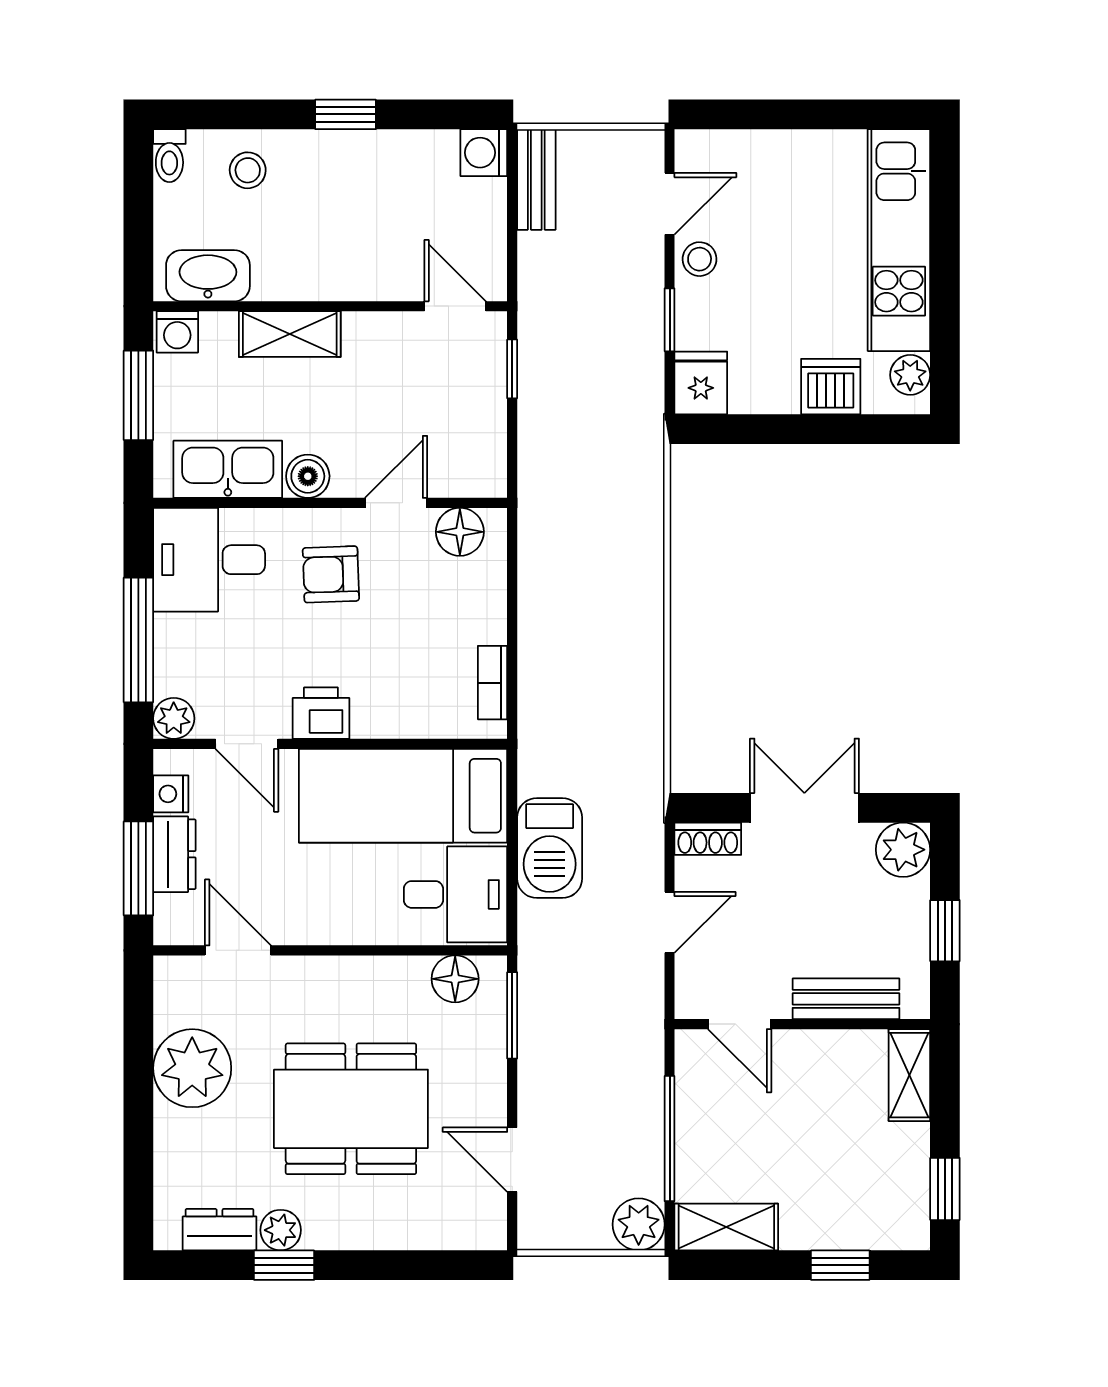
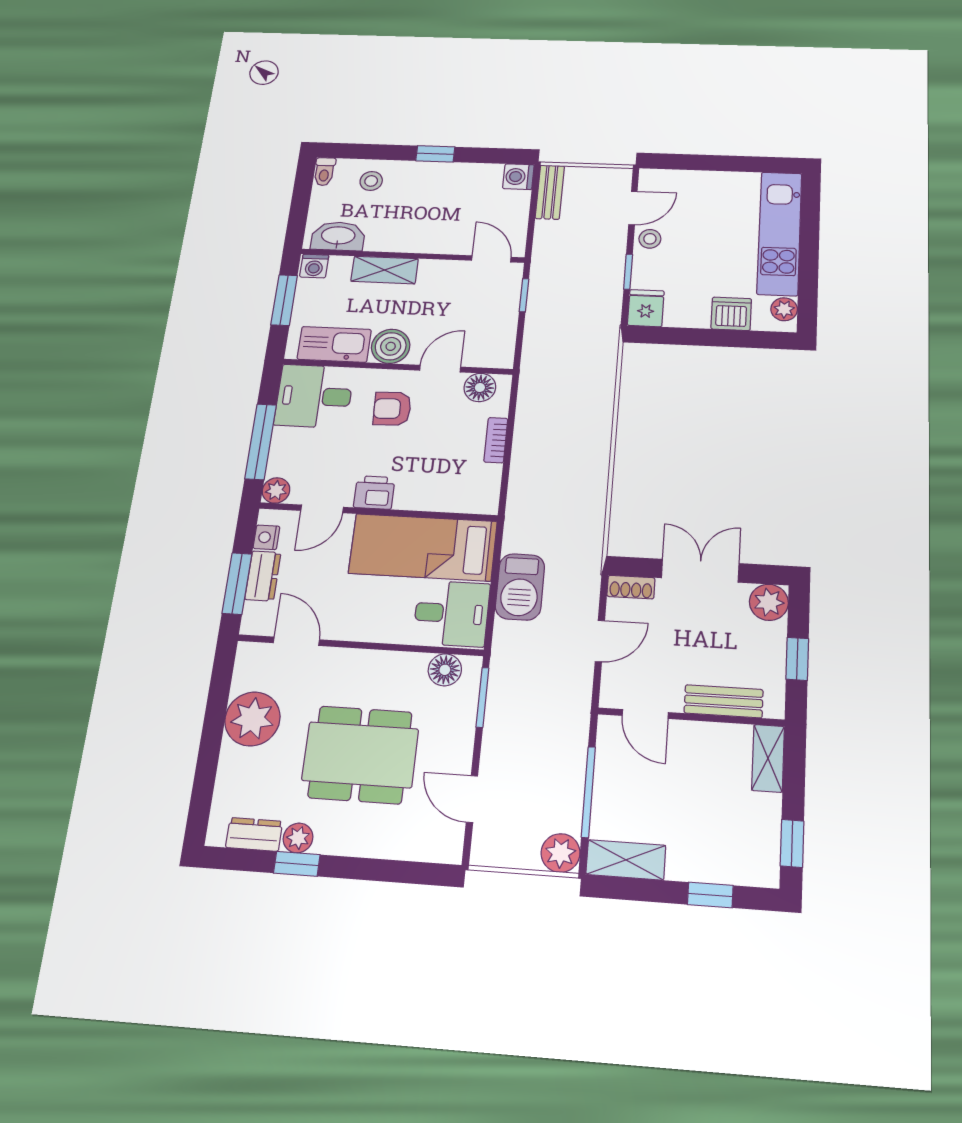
boiler: (308, 476) -> (391, 346), width x1.36, depth x1.36
bookcase: (493, 683) -> (496, 440), moved
door: (247, 744) -> (322, 509), hinge flipped

